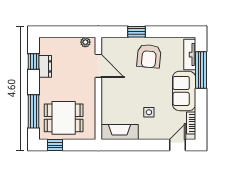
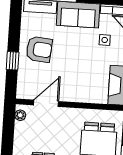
side table: (149, 112) -> (105, 40), moved

